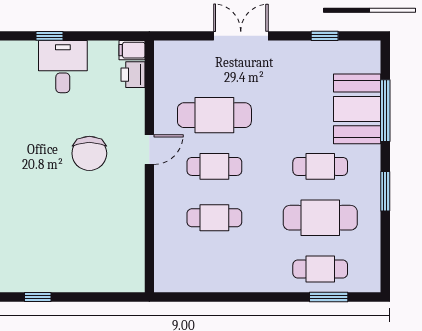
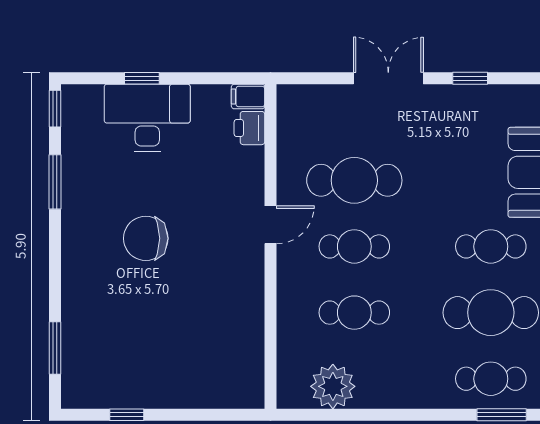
window: (325, 36) -> (470, 78), moved
desk: (63, 67) -> (147, 118), width x1.37
chair: (89, 153) -> (146, 238), moved, turned 90
plant: (198, 275) -> (333, 386), added

